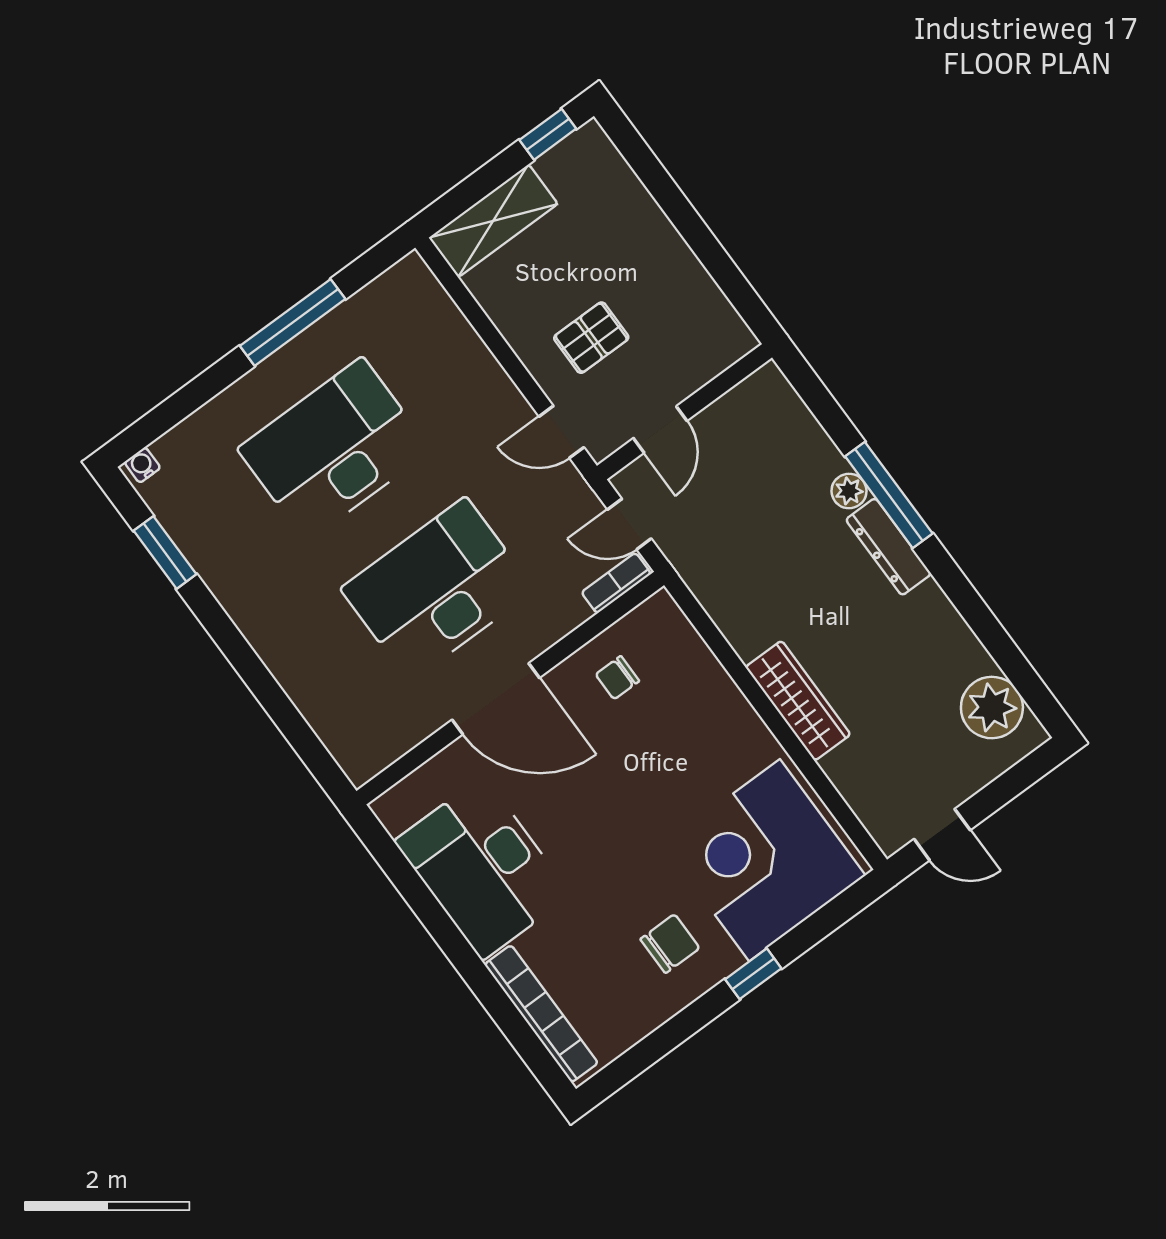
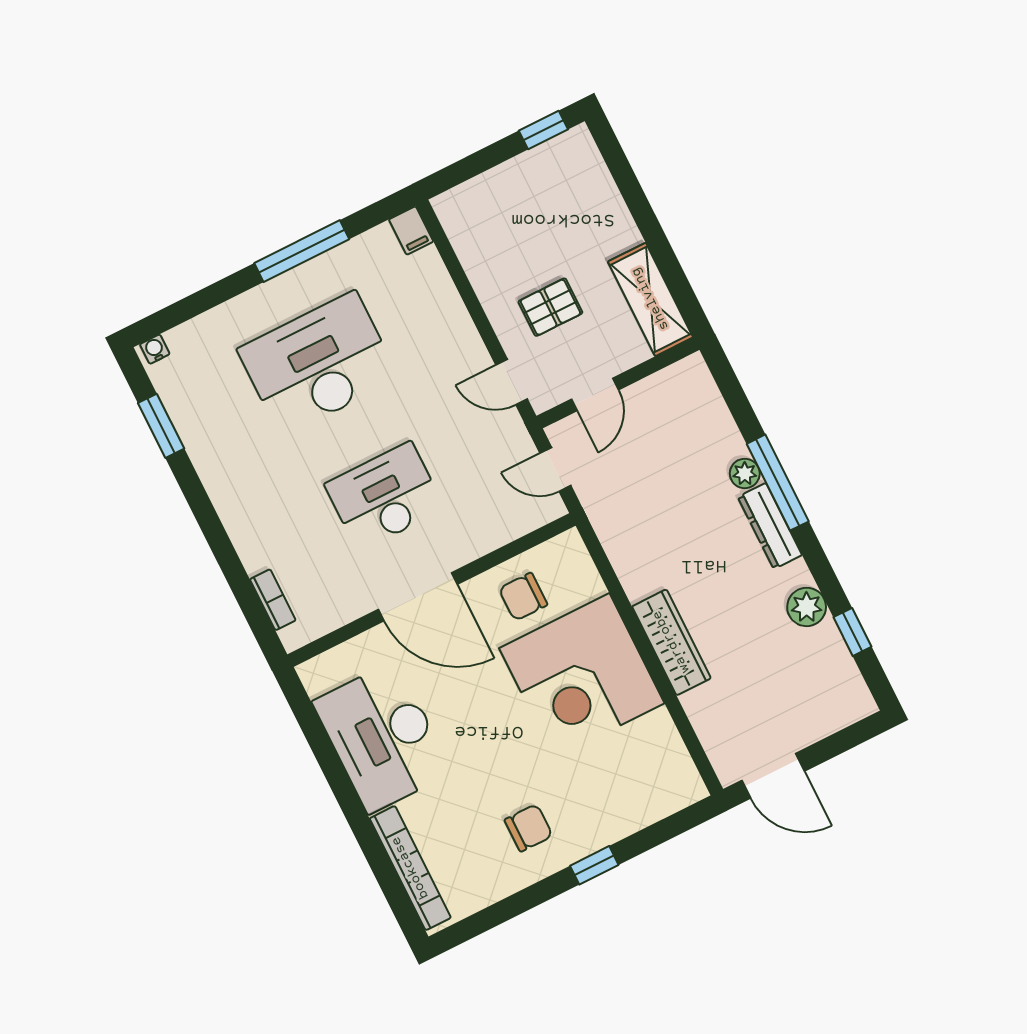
shelving: (493, 221) -> (650, 299), moved, turned 90
filing cabinet: (415, 277) -> (411, 231), added
bookcase: (616, 583) -> (273, 600), moved, turned 90
desk: (437, 589) -> (385, 496), width x0.73, depth x0.77
window: (1005, 653) -> (852, 632), added
chair: (617, 678) -> (523, 597), width x1.37, depth x1.37
plant: (992, 708) -> (807, 607), moved, width x0.73, depth x0.73
door: (942, 835) -> (773, 776), width x1.38
corner desk: (764, 860) -> (582, 676), moved, turned -90

